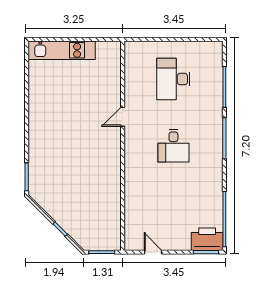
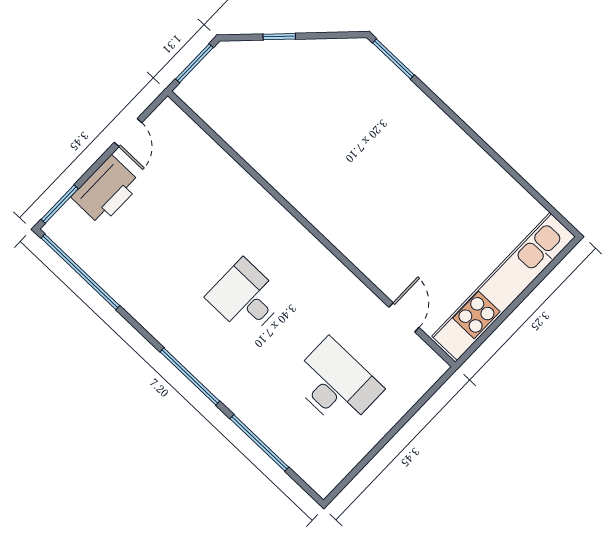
kitchen unit: (62, 50) -> (504, 286), width x1.36
door: (123, 117) -> (404, 317), moved
printer: (207, 239) -> (106, 190), moved
door: (153, 252) -> (128, 133), hinge flipped

